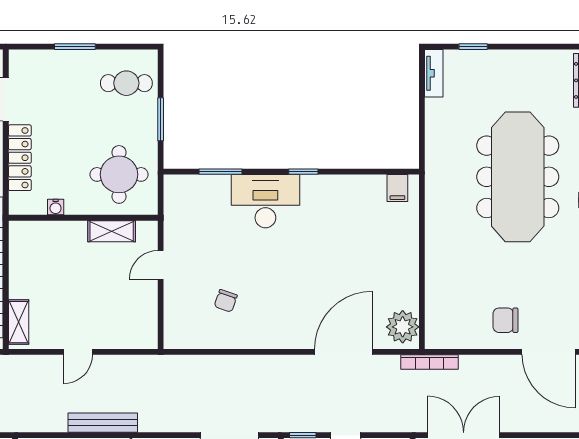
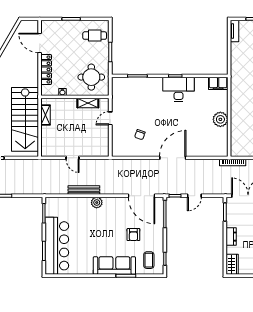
filing cabinet: (397, 188) -> (218, 83), width x2.00
desk: (265, 201) -> (178, 89), moved
shelving: (19, 322) -> (46, 115), moved
plant: (403, 327) -> (220, 119), moved
door: (78, 352) -> (73, 158), hinge flipped
door: (344, 352) -> (173, 158), moved

